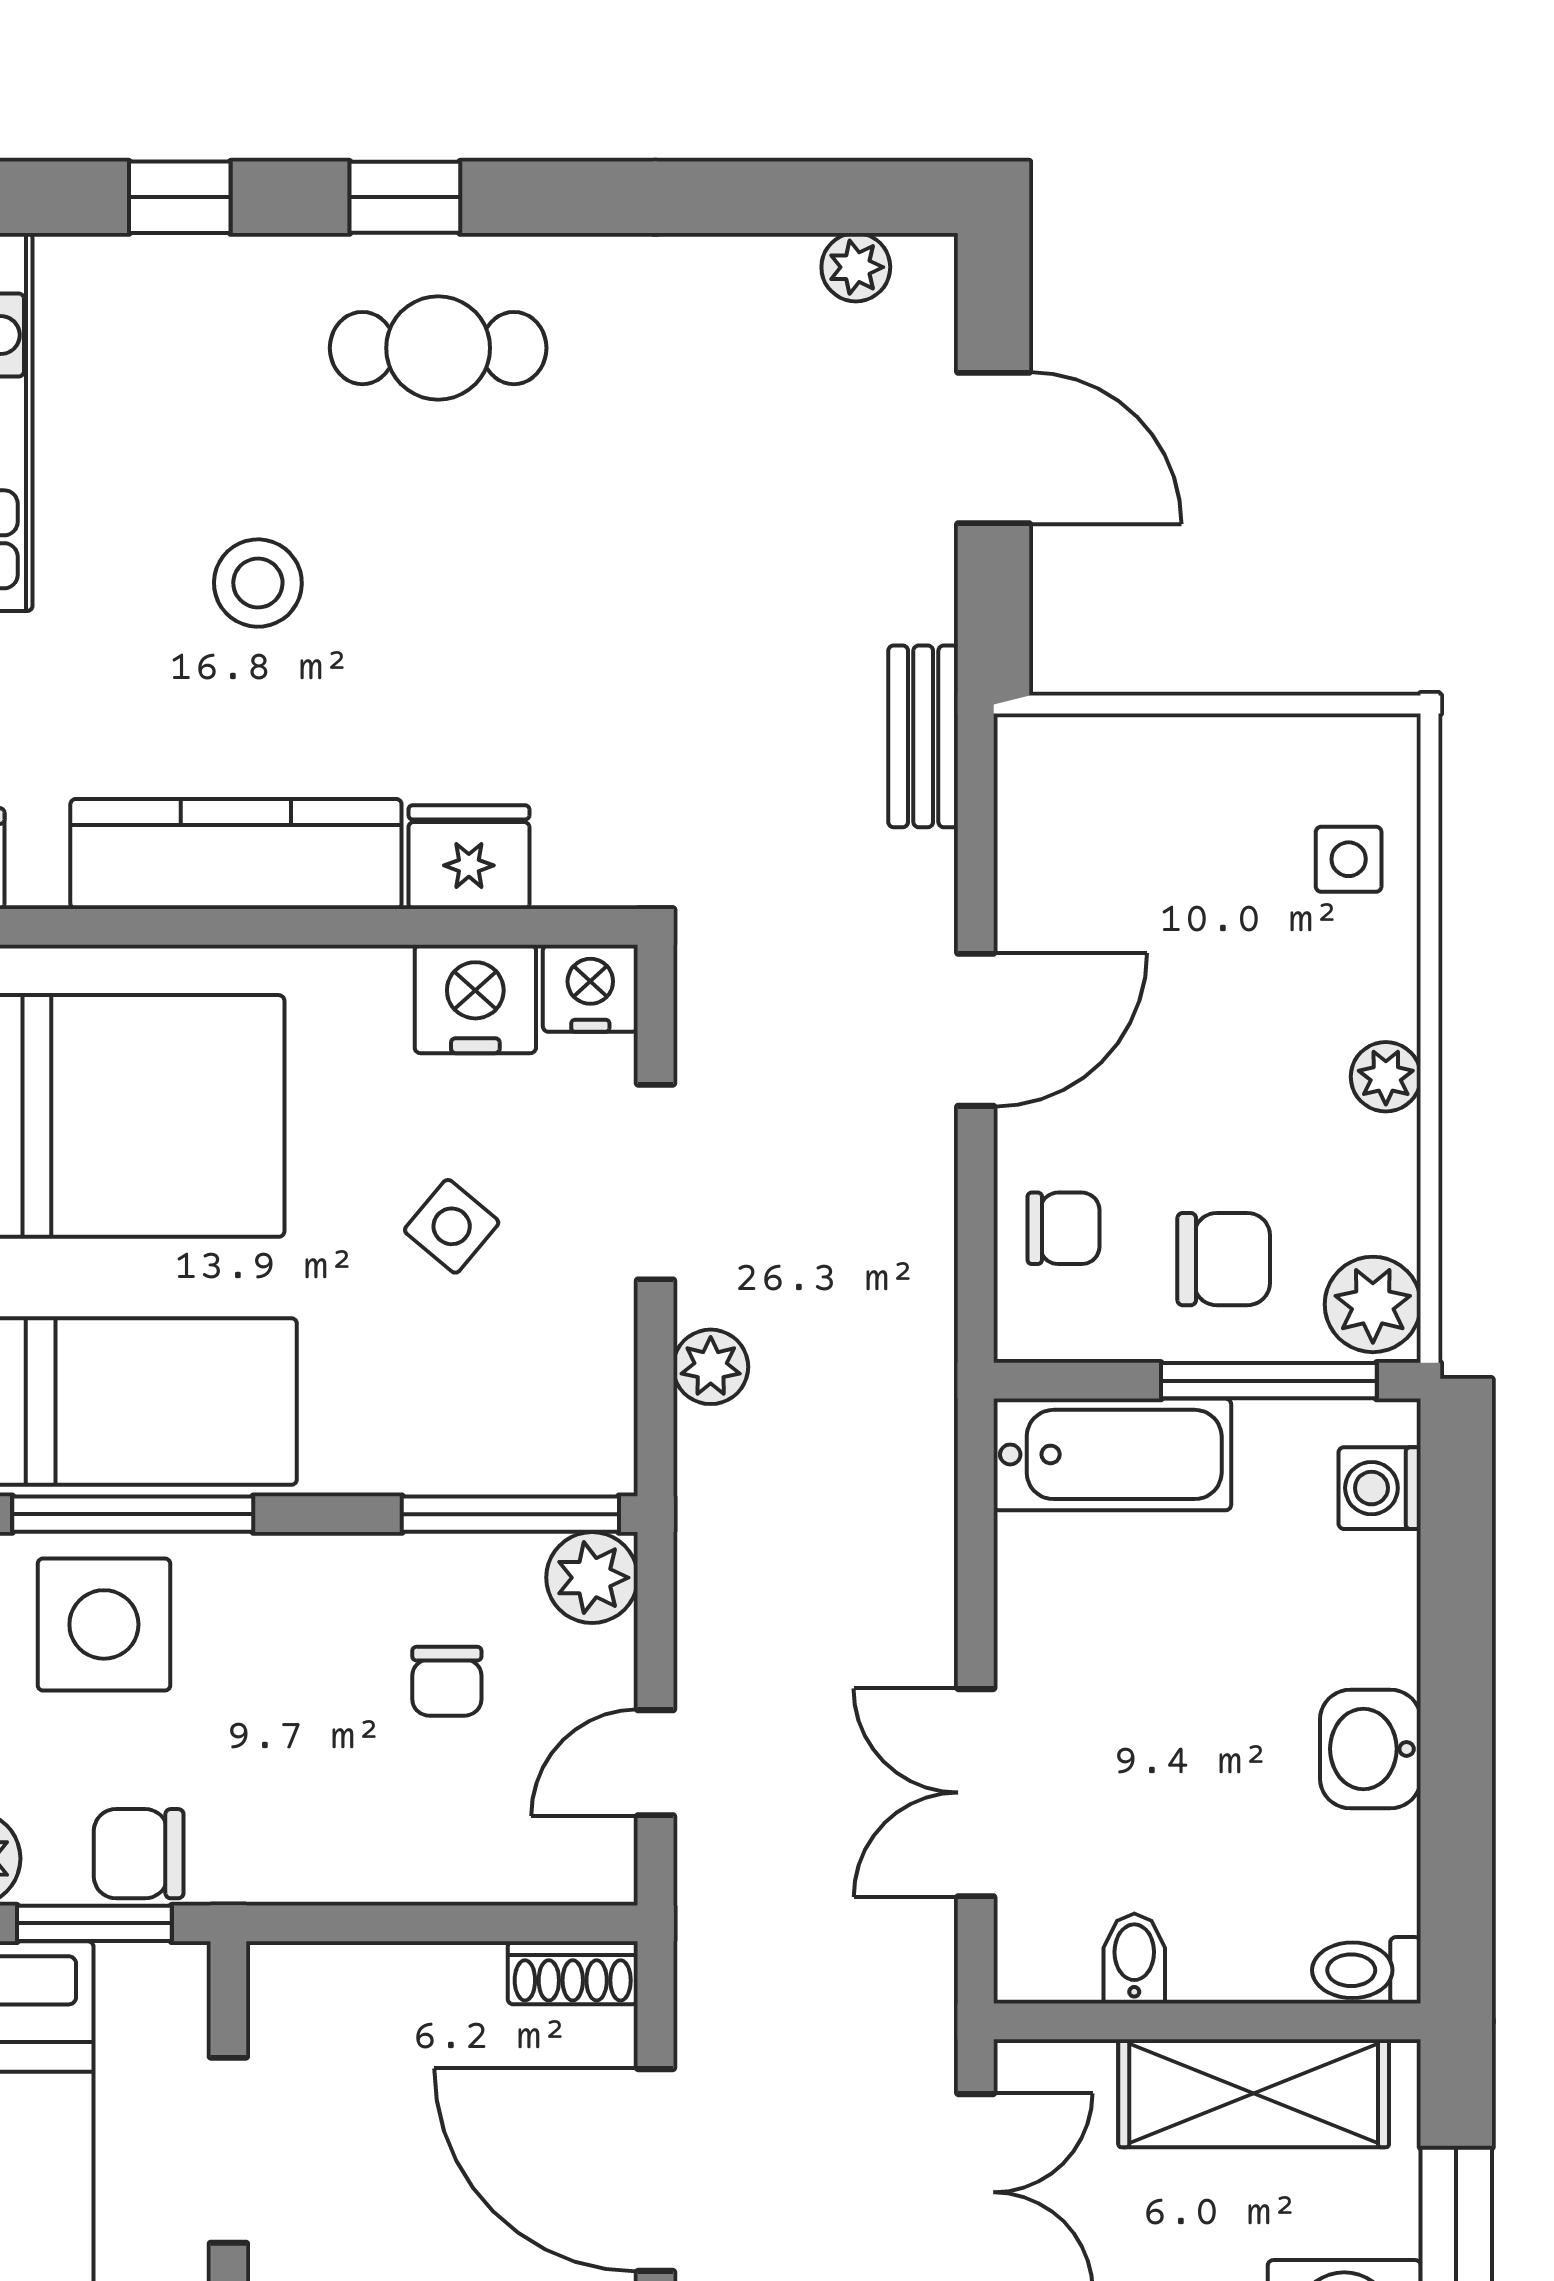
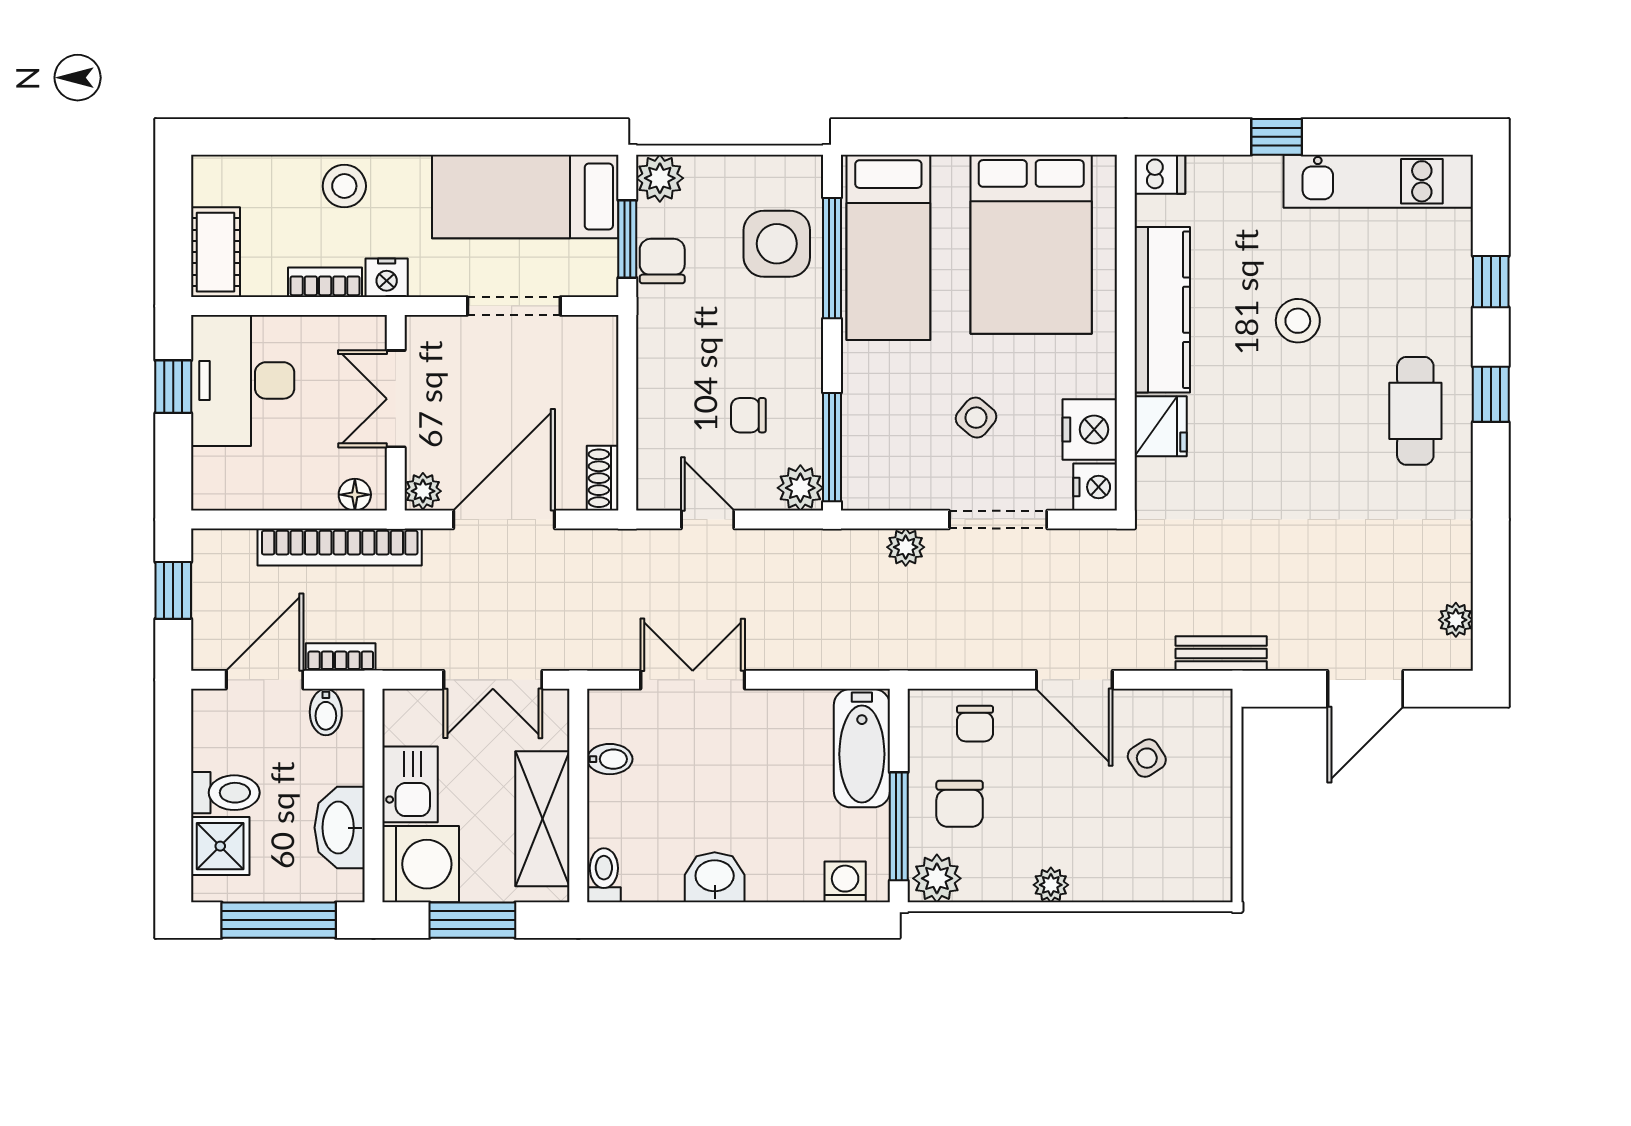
side table: (1349, 859) -> (1147, 758), moved, turned -33

